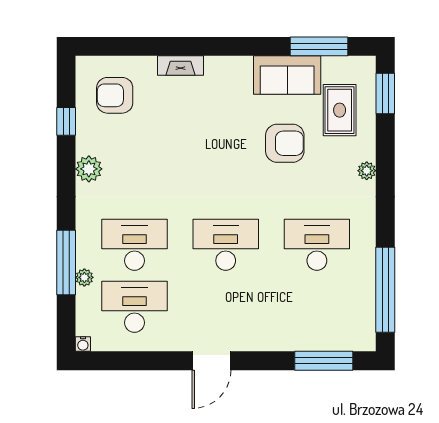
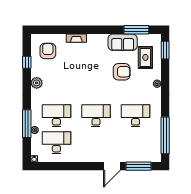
armchair: (115, 95) -> (48, 51), turned 90
door: (211, 361) -> (112, 166), moved

